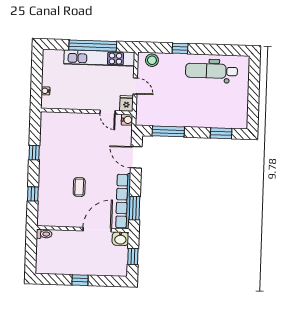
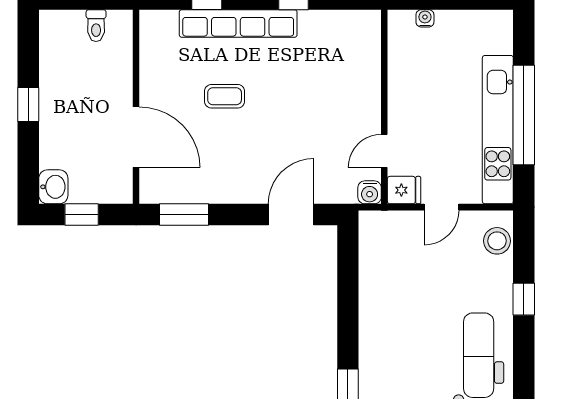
window: (168, 131) -> (348, 280), removed
row of seats: (123, 201) -> (238, 23), moved, turned 180
toilet: (44, 234) -> (96, 26), moved
washbasin: (120, 239) -> (53, 187), moved, turned 180

